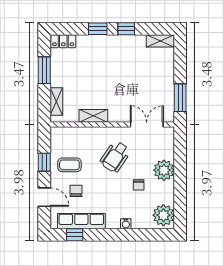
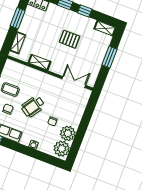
pallet: (121, 72) -> (69, 39), added
window: (180, 98) -> (109, 57), moved
wheelchair: (115, 157) -> (33, 106), moved
plant: (164, 170) -> (68, 133), moved

